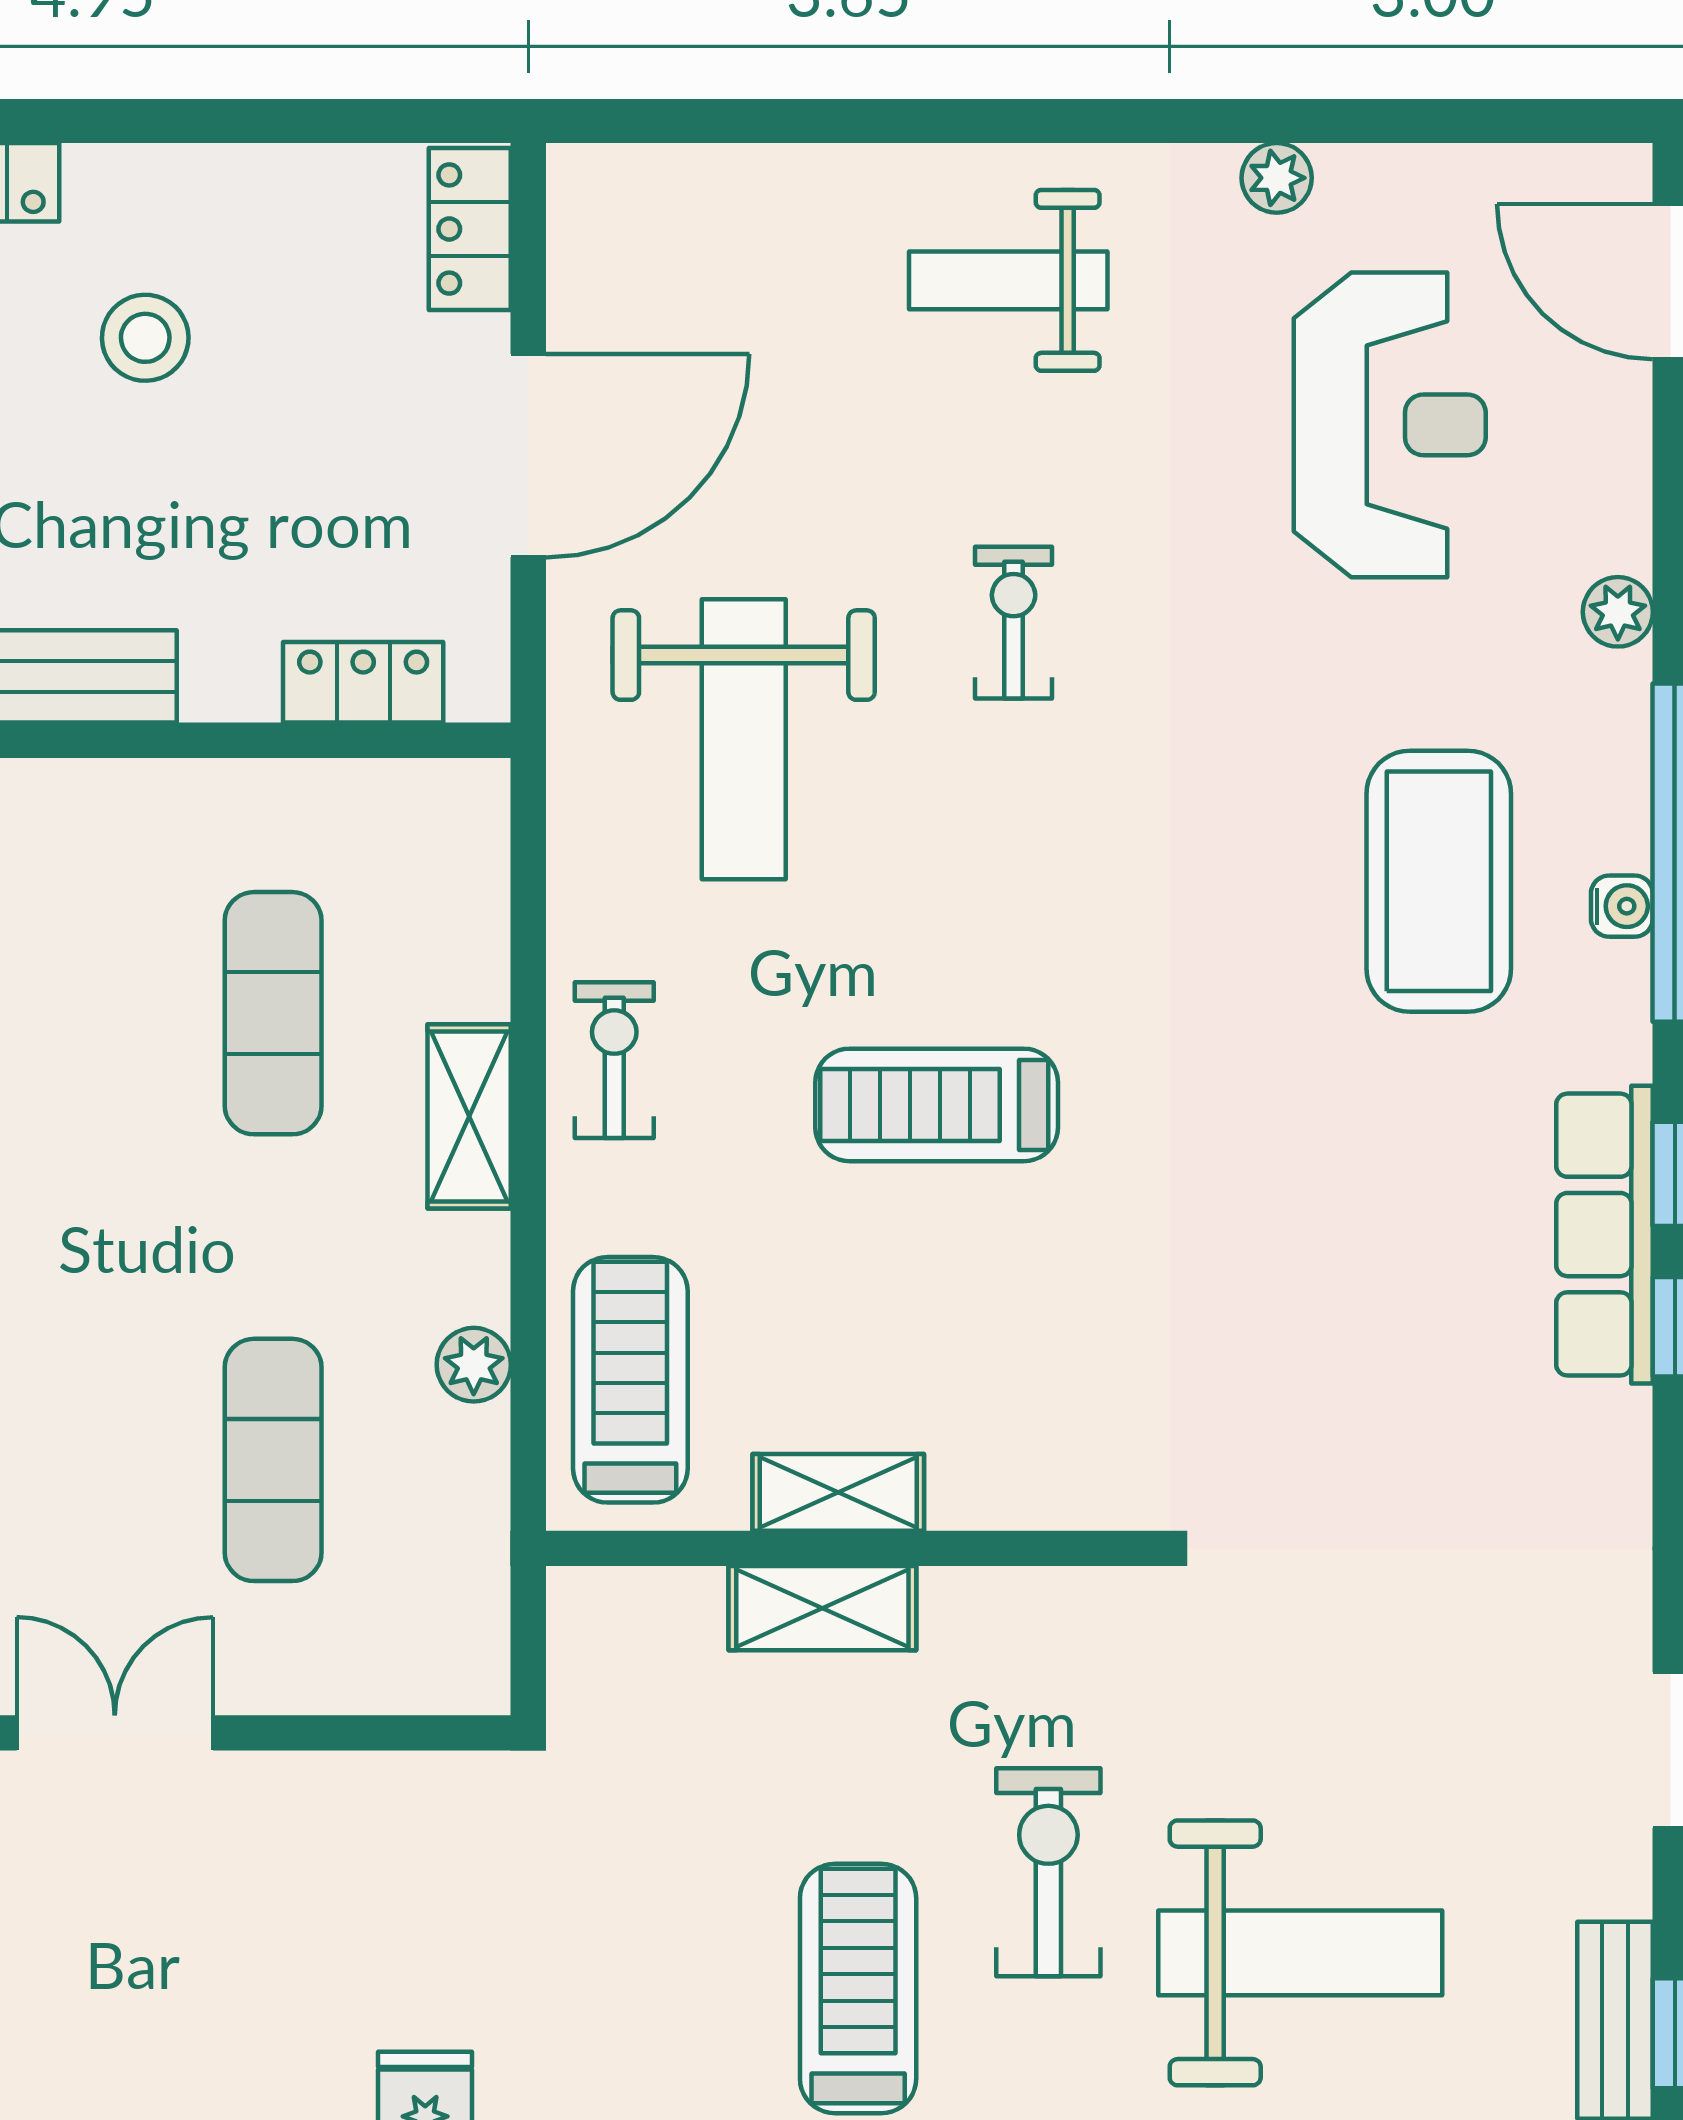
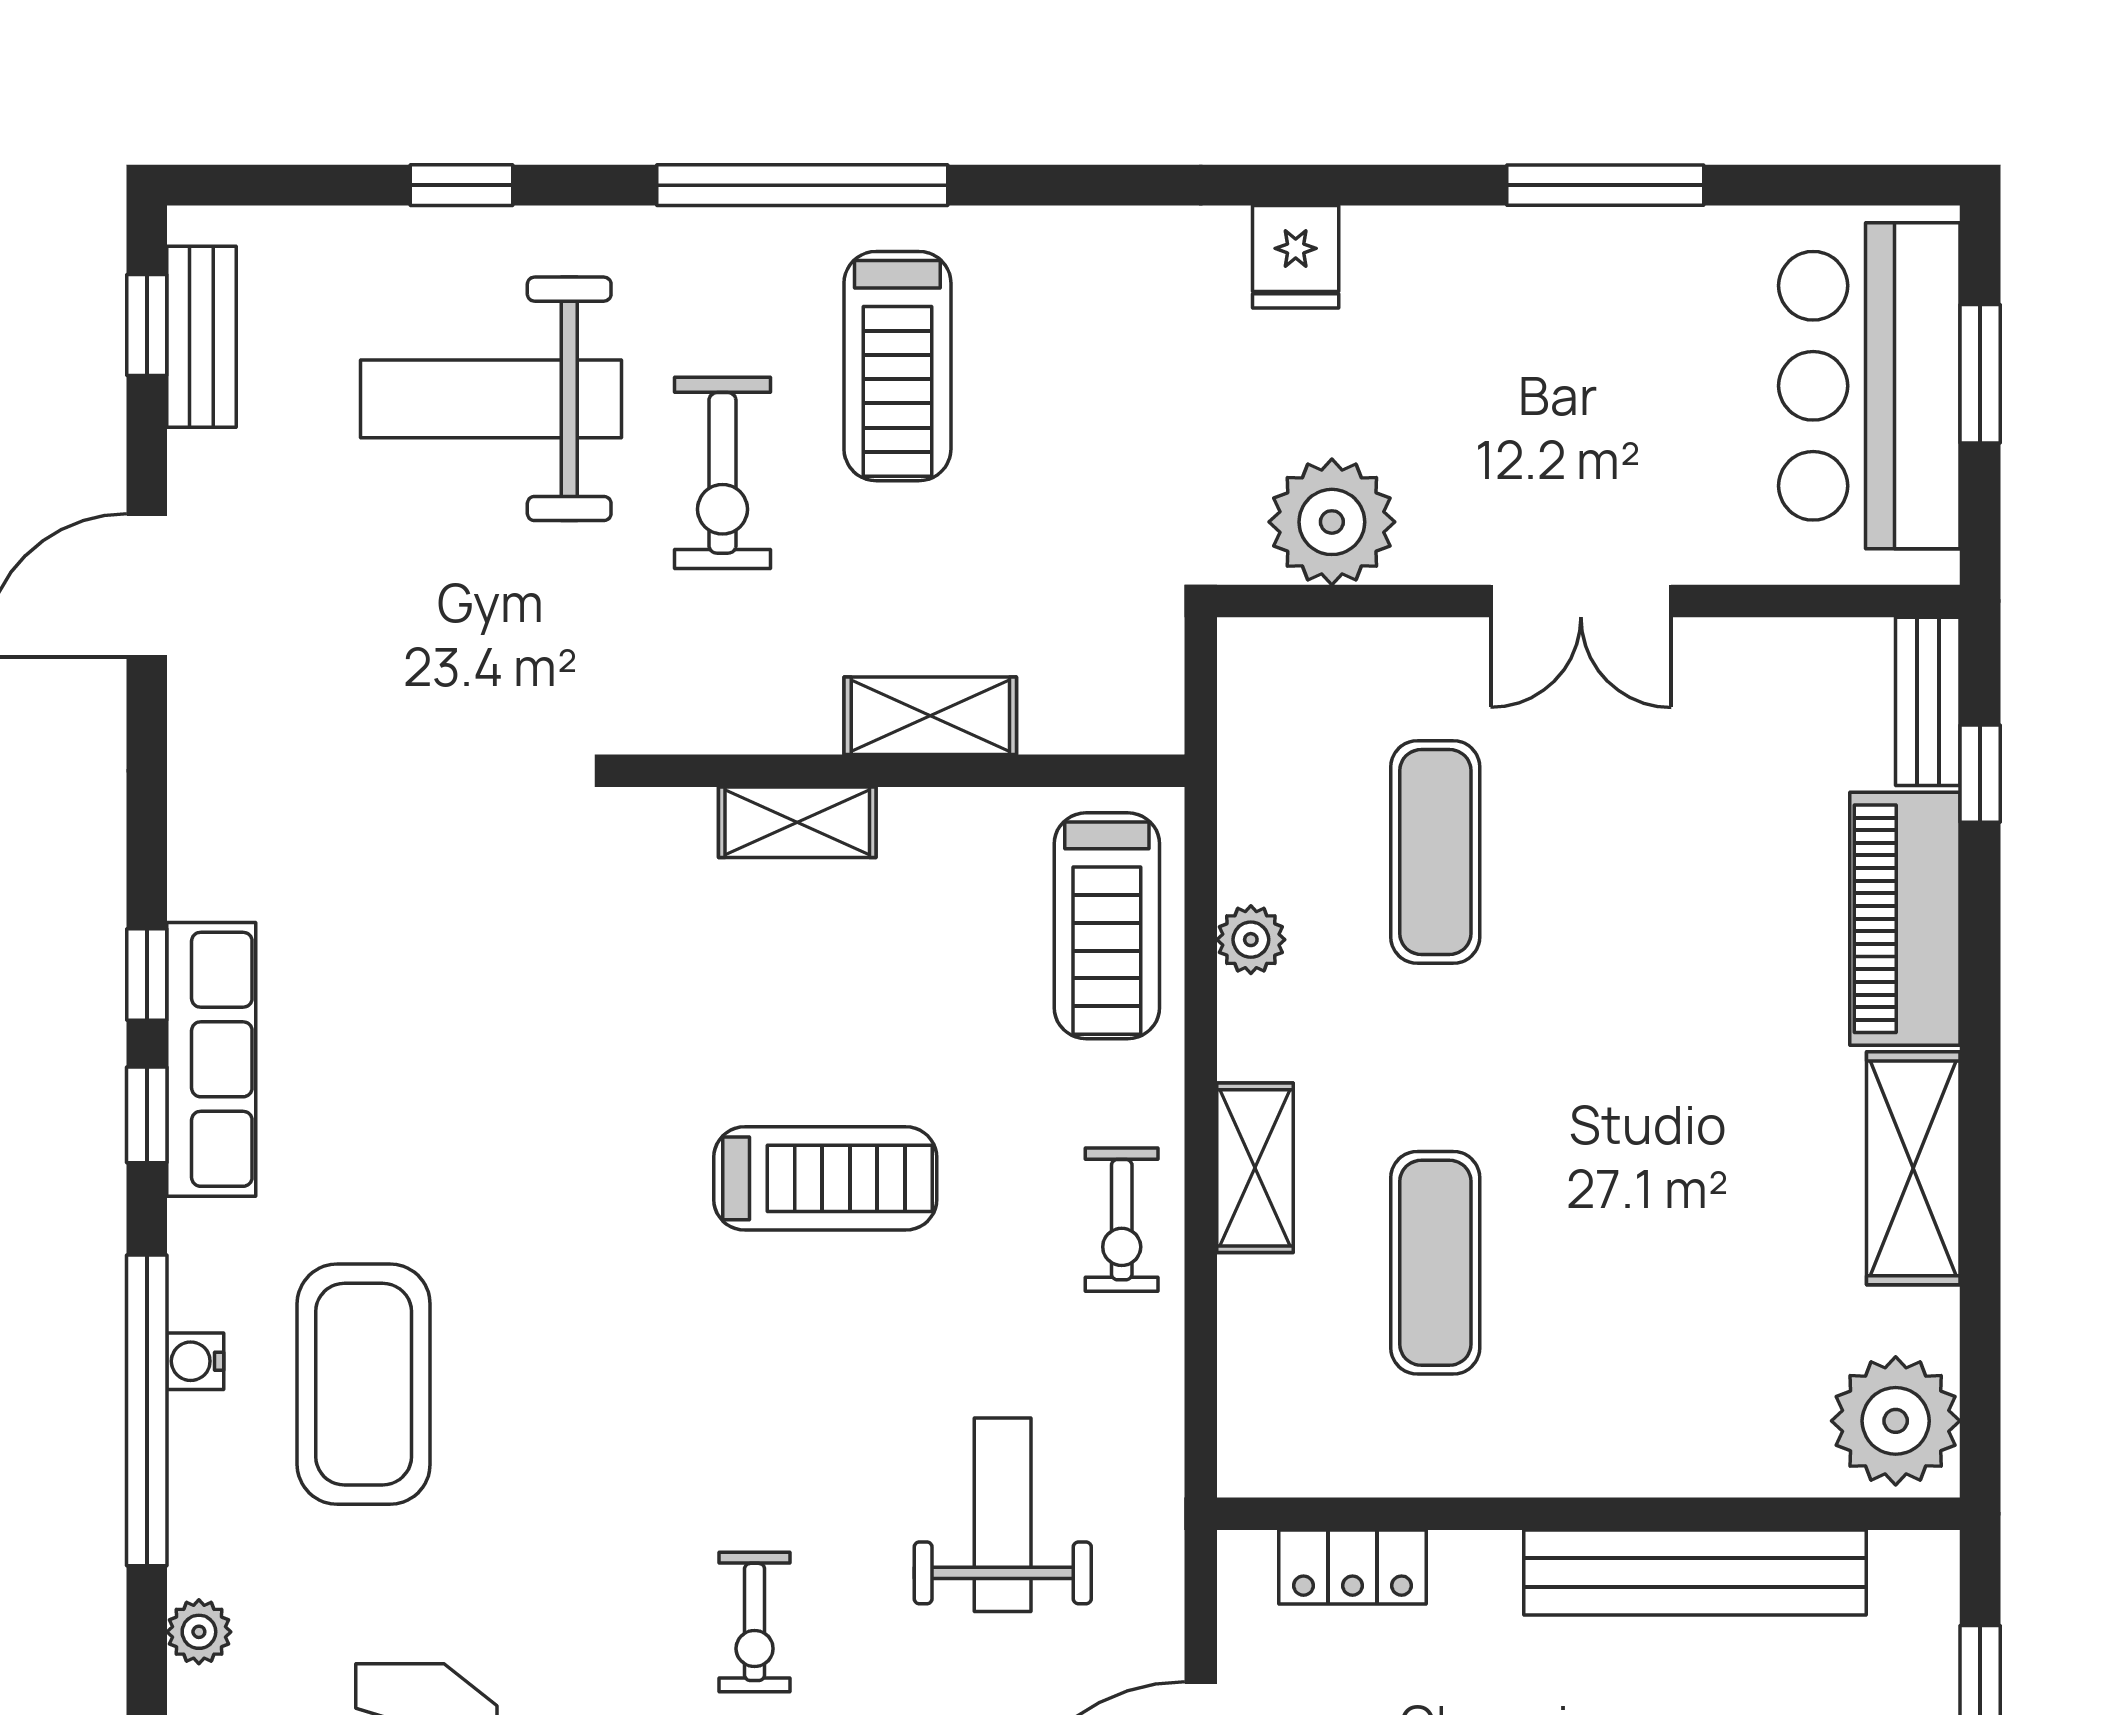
weight bench: (744, 739) -> (1003, 1515), width x0.73, depth x0.75
shelving: (838, 1492) -> (797, 822), moved
plant: (386, 1819) -> (1332, 522), added

